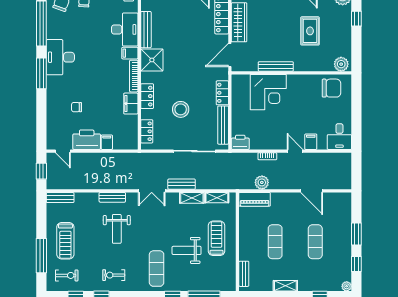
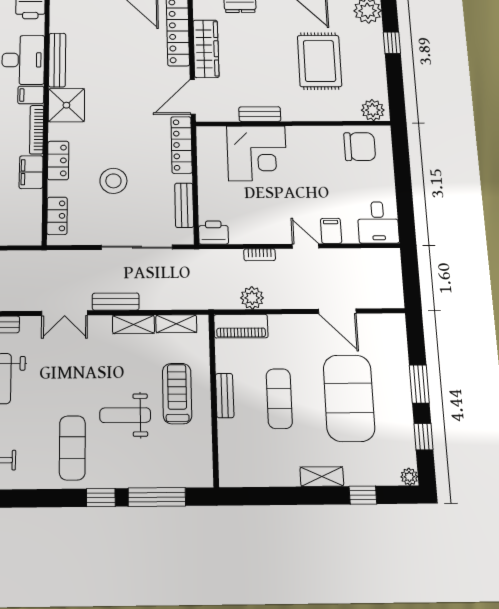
rug: (310, 31) -> (319, 61), width x1.36, depth x1.43
bench: (276, 66) -> (260, 114), width x0.73
locker: (222, 93) -> (182, 145), width x1.53
bench: (223, 125) -> (184, 205), width x0.73
exercise mat: (315, 242) -> (349, 398), width x2.00, depth x1.45
bench: (244, 274) -> (225, 396), moved
shelving: (285, 286) -> (322, 477), moved

